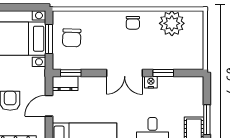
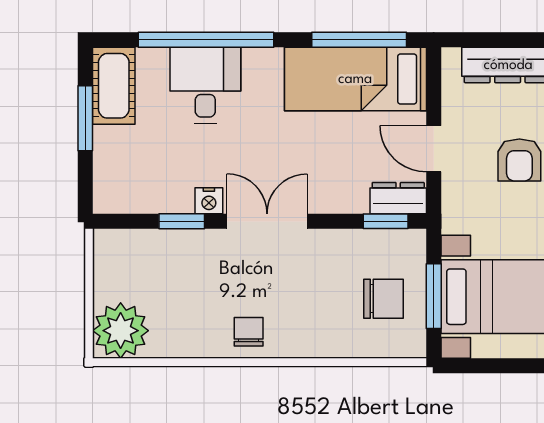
plant: (172, 23) -> (121, 331), moved
chair: (72, 38) -> (384, 299), turned 88
door: (49, 106) -> (434, 149), swing flipped

